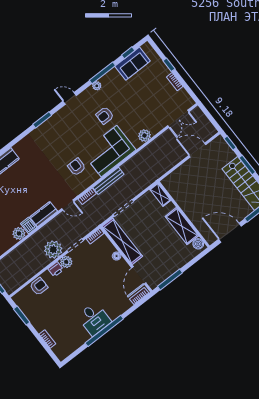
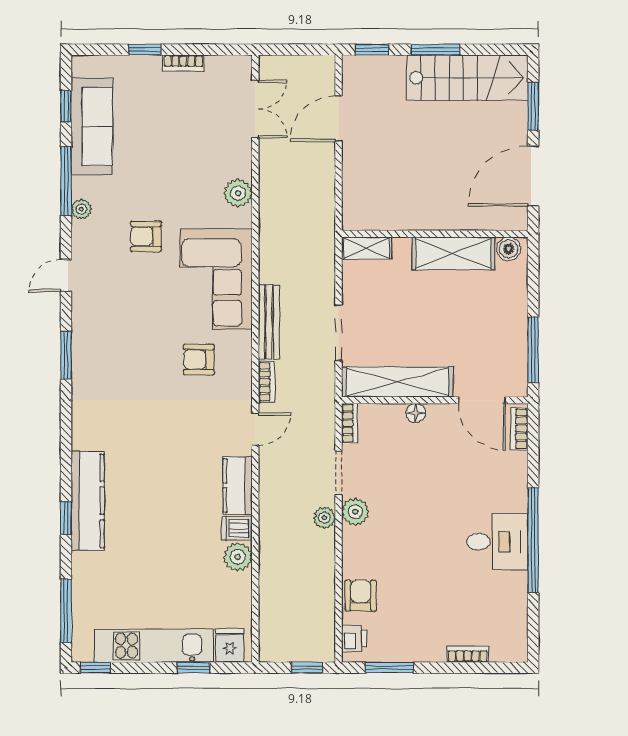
sofa: (133, 64) -> (92, 127), width x1.36
armchair: (105, 115) -> (146, 236), turned 90
plant: (53, 250) -> (324, 518), width x0.53, depth x0.53
printer: (56, 269) -> (354, 638), moved

